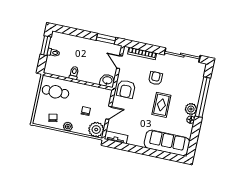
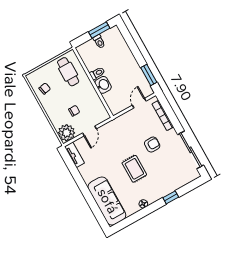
washbasin: (107, 81) -> (103, 85), moved
armchair: (126, 89) -> (122, 128), removed
window: (203, 97) -> (171, 197), width x0.32
rug: (161, 105) -> (134, 169), turned 90
plant: (191, 109) -> (152, 196), removed
door: (109, 113) -> (89, 131), hinge flipped
plant: (68, 127) -> (48, 107), removed

